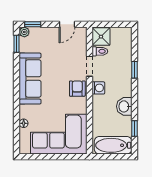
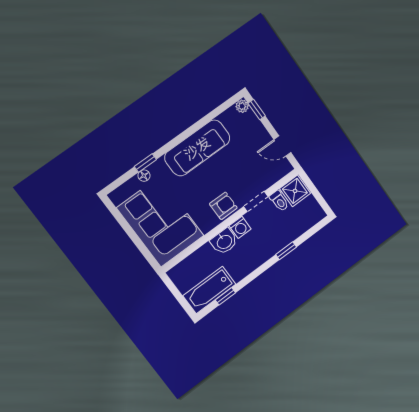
window: (17, 44) -> (145, 163), moved
washbasin: (124, 106) -> (224, 241), moved, turned 180
bathtub: (113, 145) -> (209, 290), moved, turned -90

